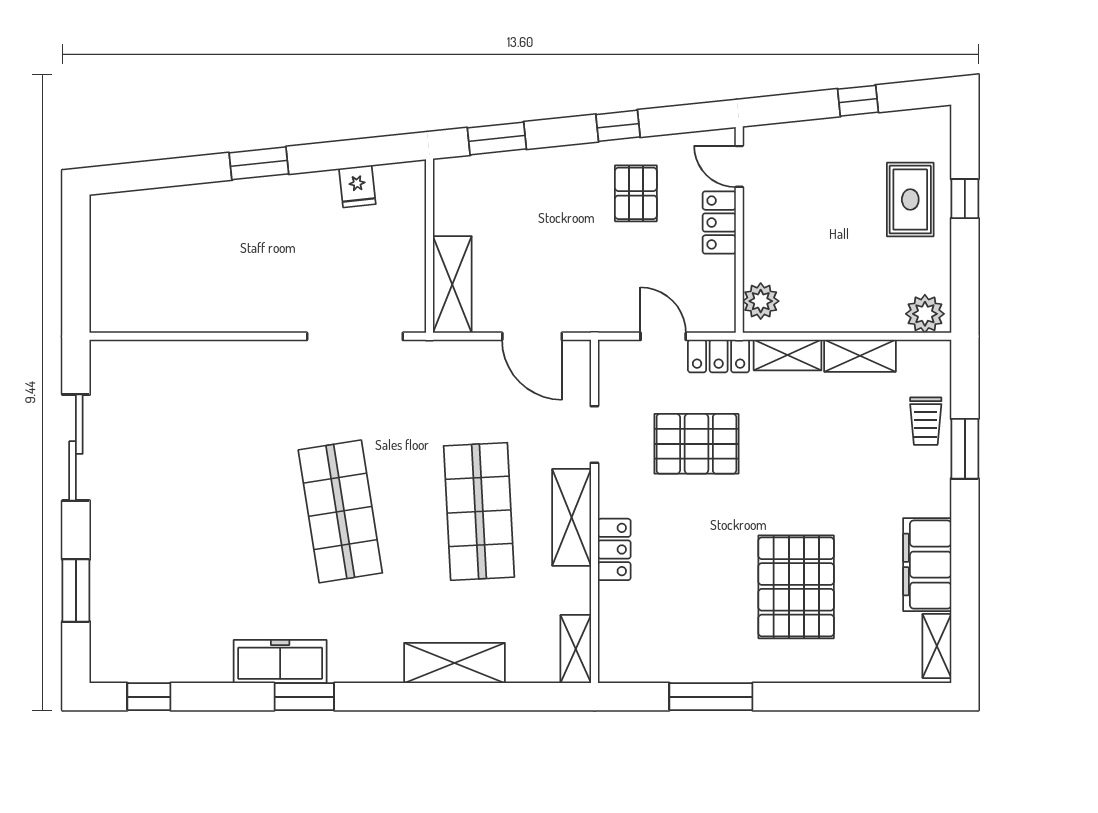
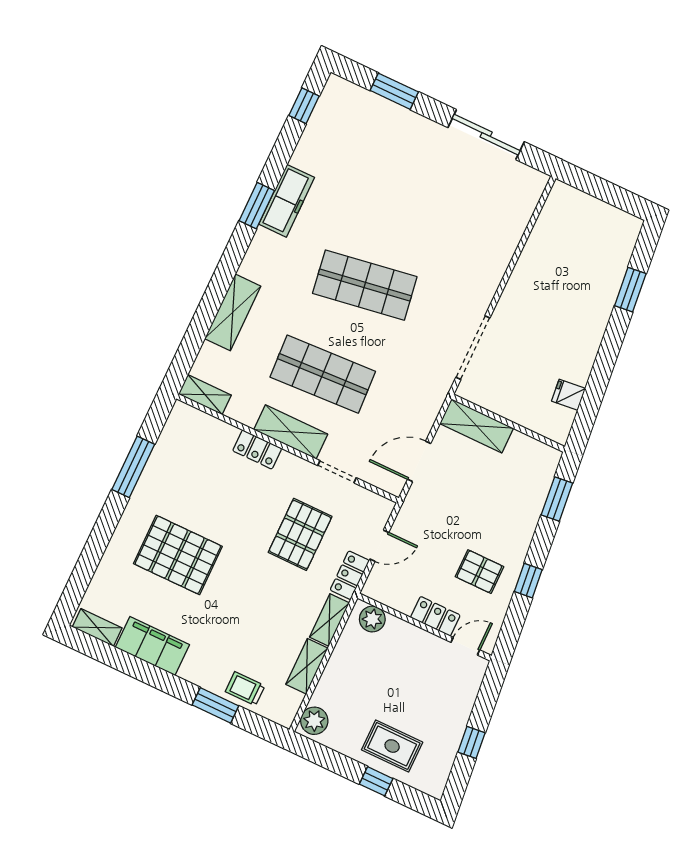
window: (259, 163) -> (630, 290), moved

